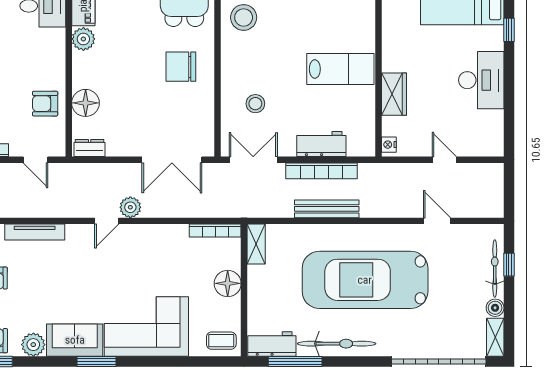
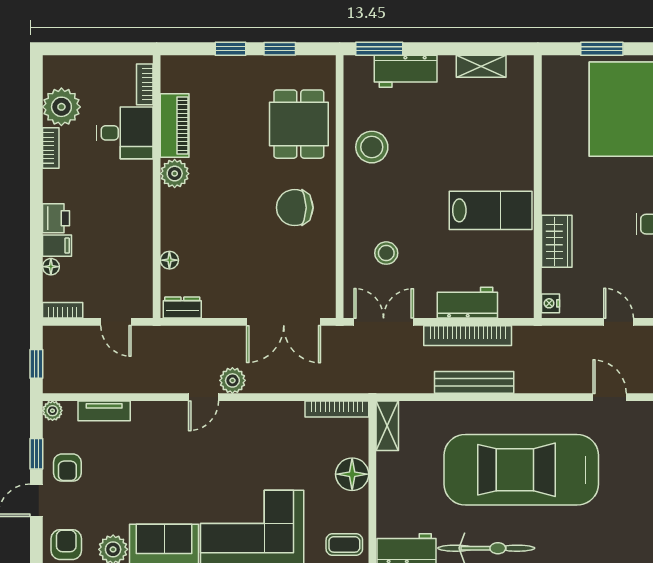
floor lamp: (86, 103) -> (169, 260), width x0.53, depth x0.53
armchair: (45, 104) -> (128, 253), removed
tv unit: (35, 232) -> (104, 411), width x0.71

